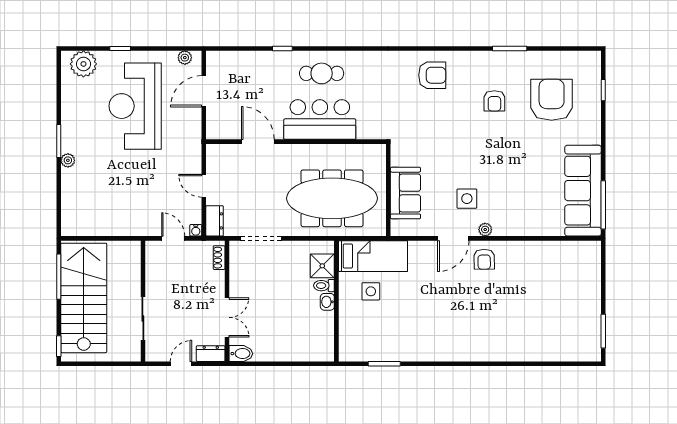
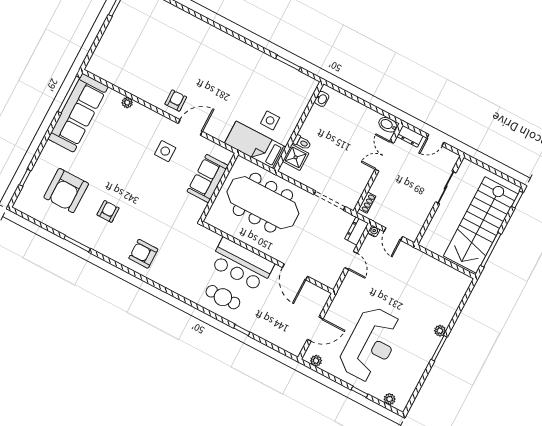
plant: (83, 64) -> (390, 399), width x0.53, depth x0.53
plant: (485, 230) -> (127, 103), moved
washbasin: (327, 302) -> (322, 99), moved

